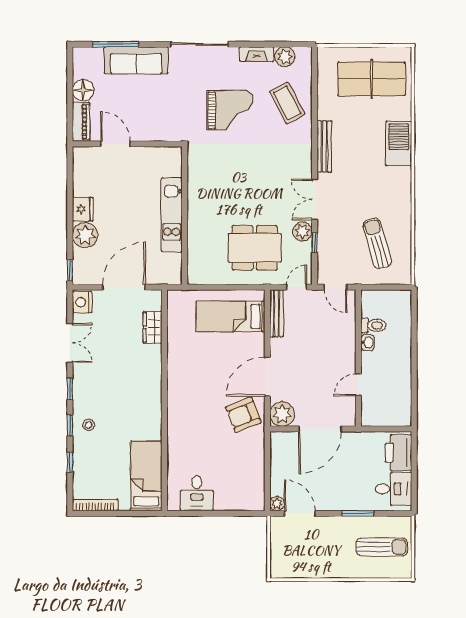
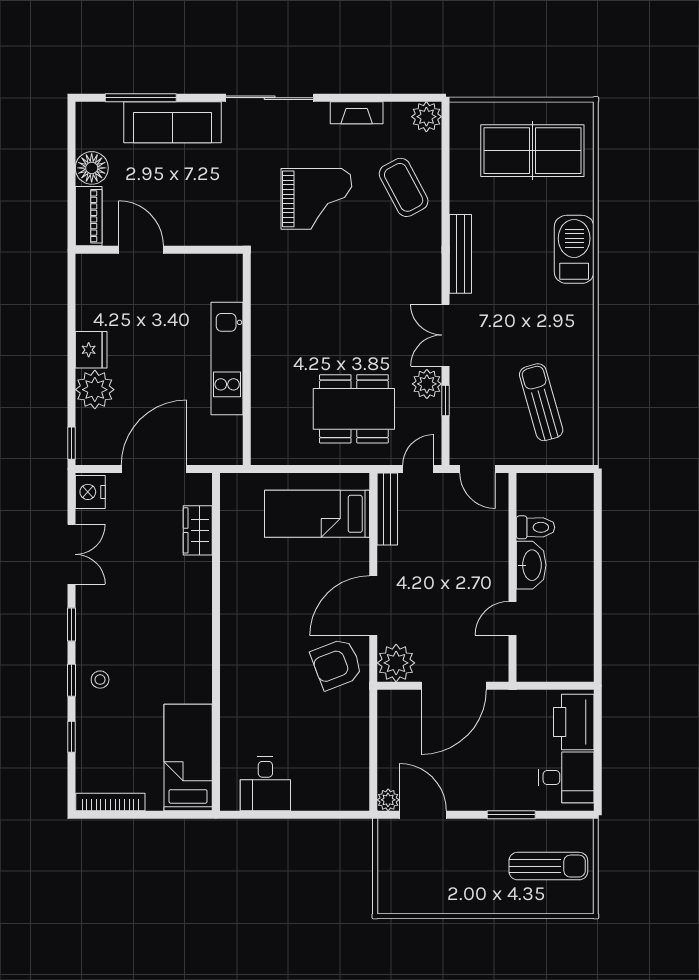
plant: (285, 57) -> (426, 117), moved
washbasin: (368, 342) -> (531, 565), width x1.91, depth x1.45

